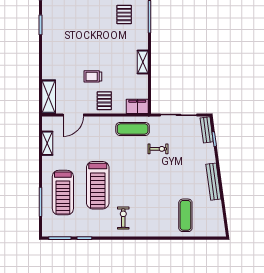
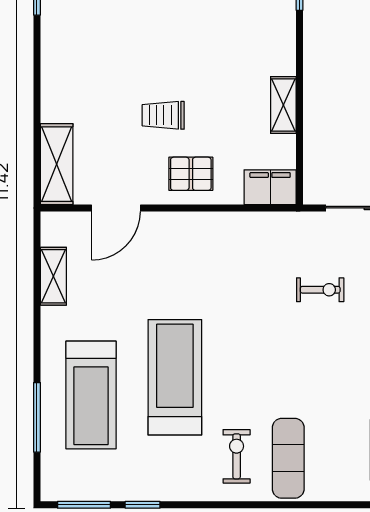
shelving: (143, 62) -> (283, 105), moved
pallet: (104, 101) -> (191, 174), turned 90
exercise mat: (133, 129) -> (288, 458), moved, turned 90
treadmill: (98, 185) -> (175, 377), turned 180

